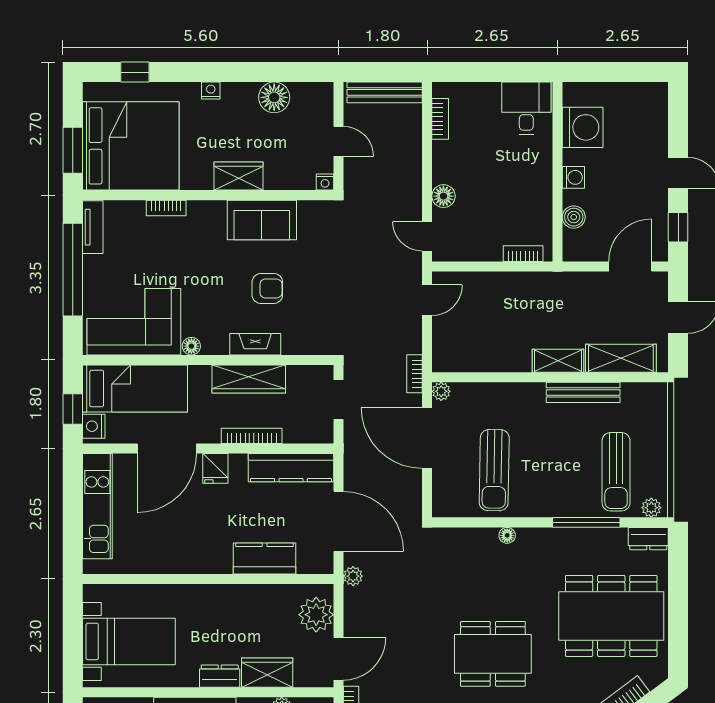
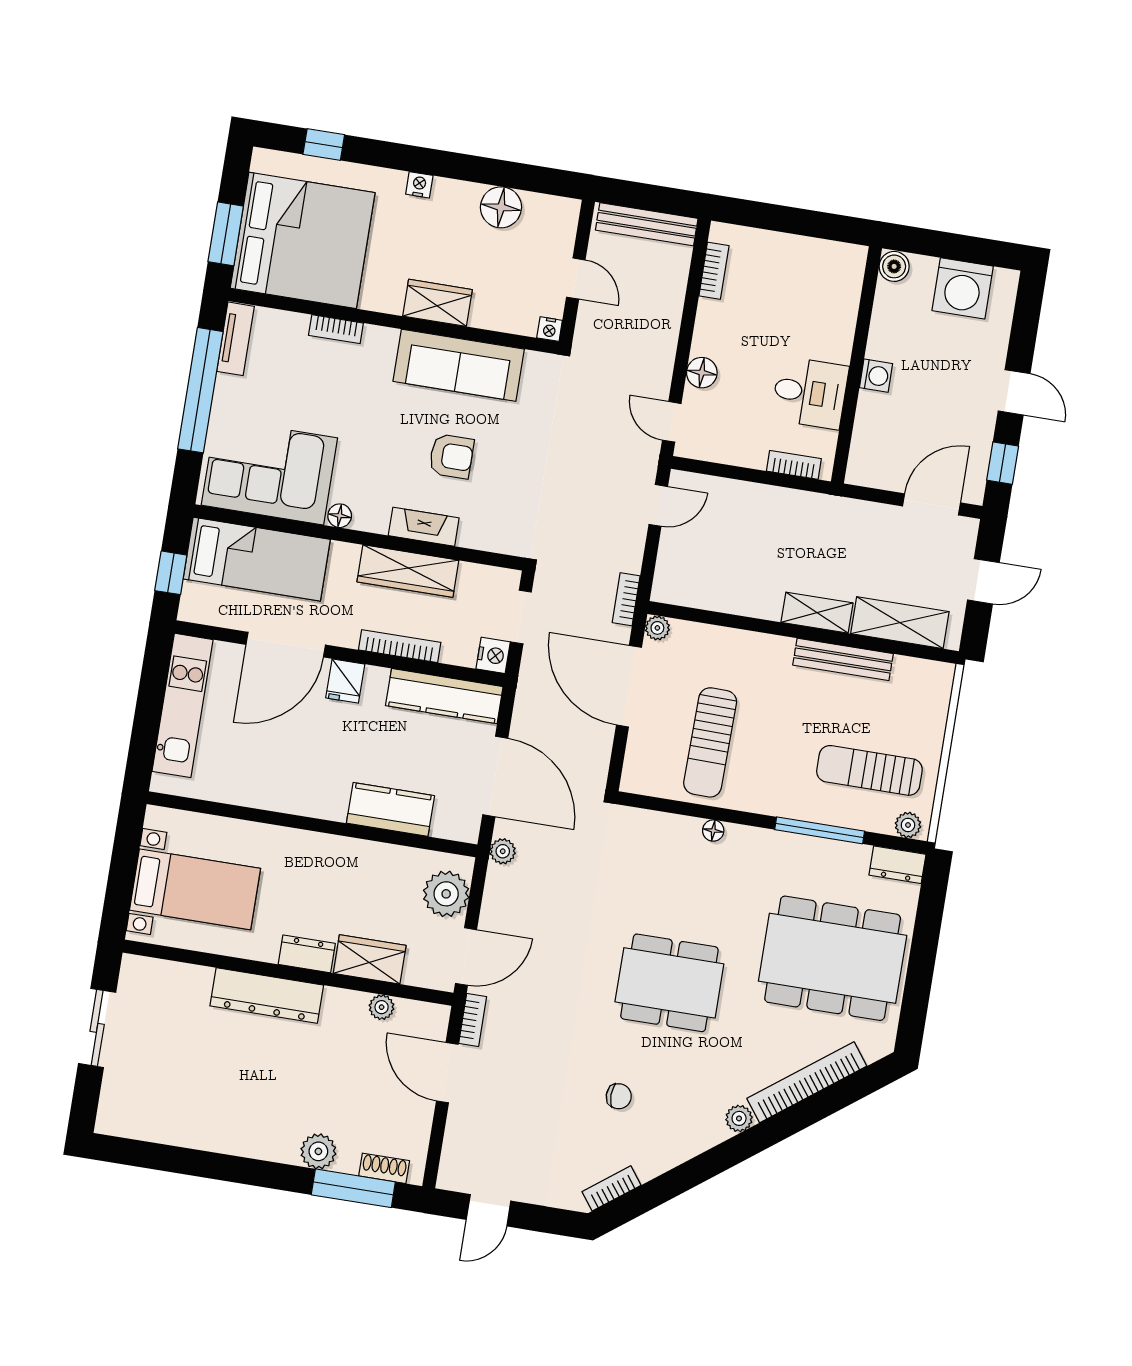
desk: (526, 108) -> (810, 393), moved, turned 90
washing machine: (583, 127) -> (963, 288), moved, turned 90
boiler: (574, 217) -> (894, 266), moved
sofa: (262, 220) -> (459, 365), width x1.36
nightstand: (94, 426) -> (493, 655), moved, turned 180
sun lounger: (616, 472) -> (869, 770), turned 90

